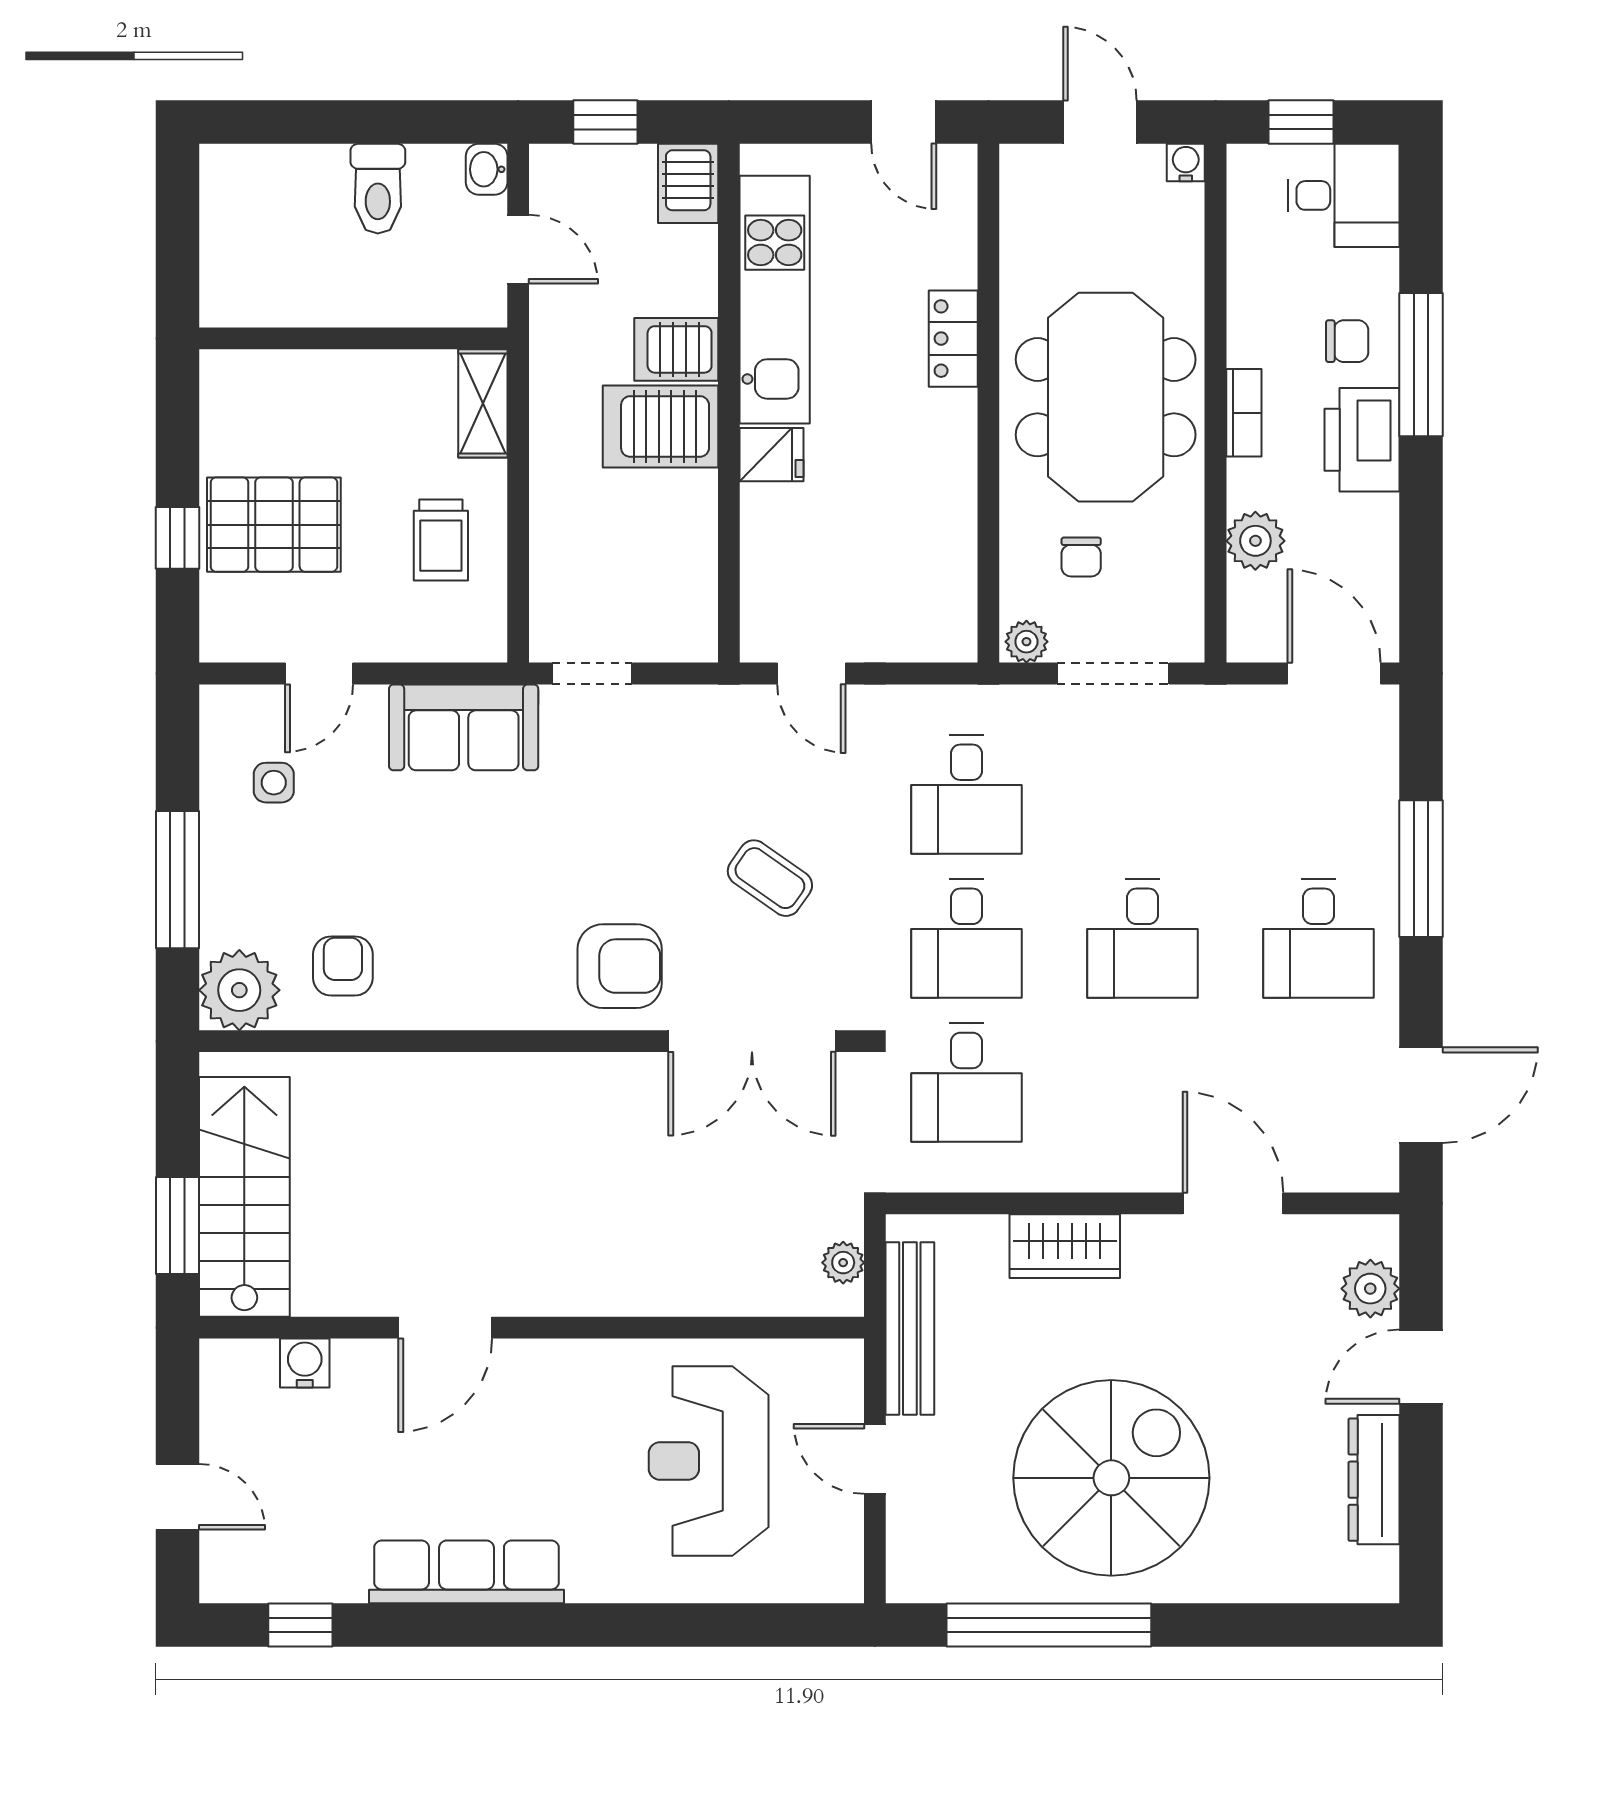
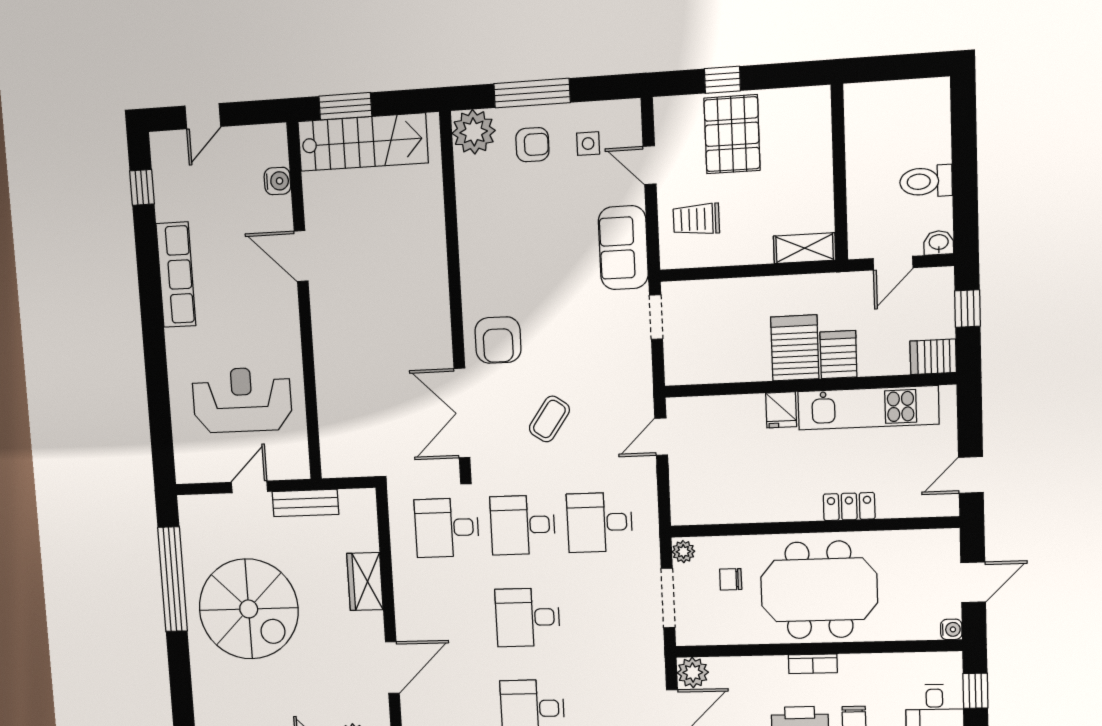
trolley: (441, 540) -> (696, 219), moved
plant: (1255, 541) -> (693, 673), moved
armchair: (343, 966) -> (532, 145), moved
plant: (843, 1263) -> (349, 466), removed
bench: (910, 1329) -> (305, 503), width x0.73

